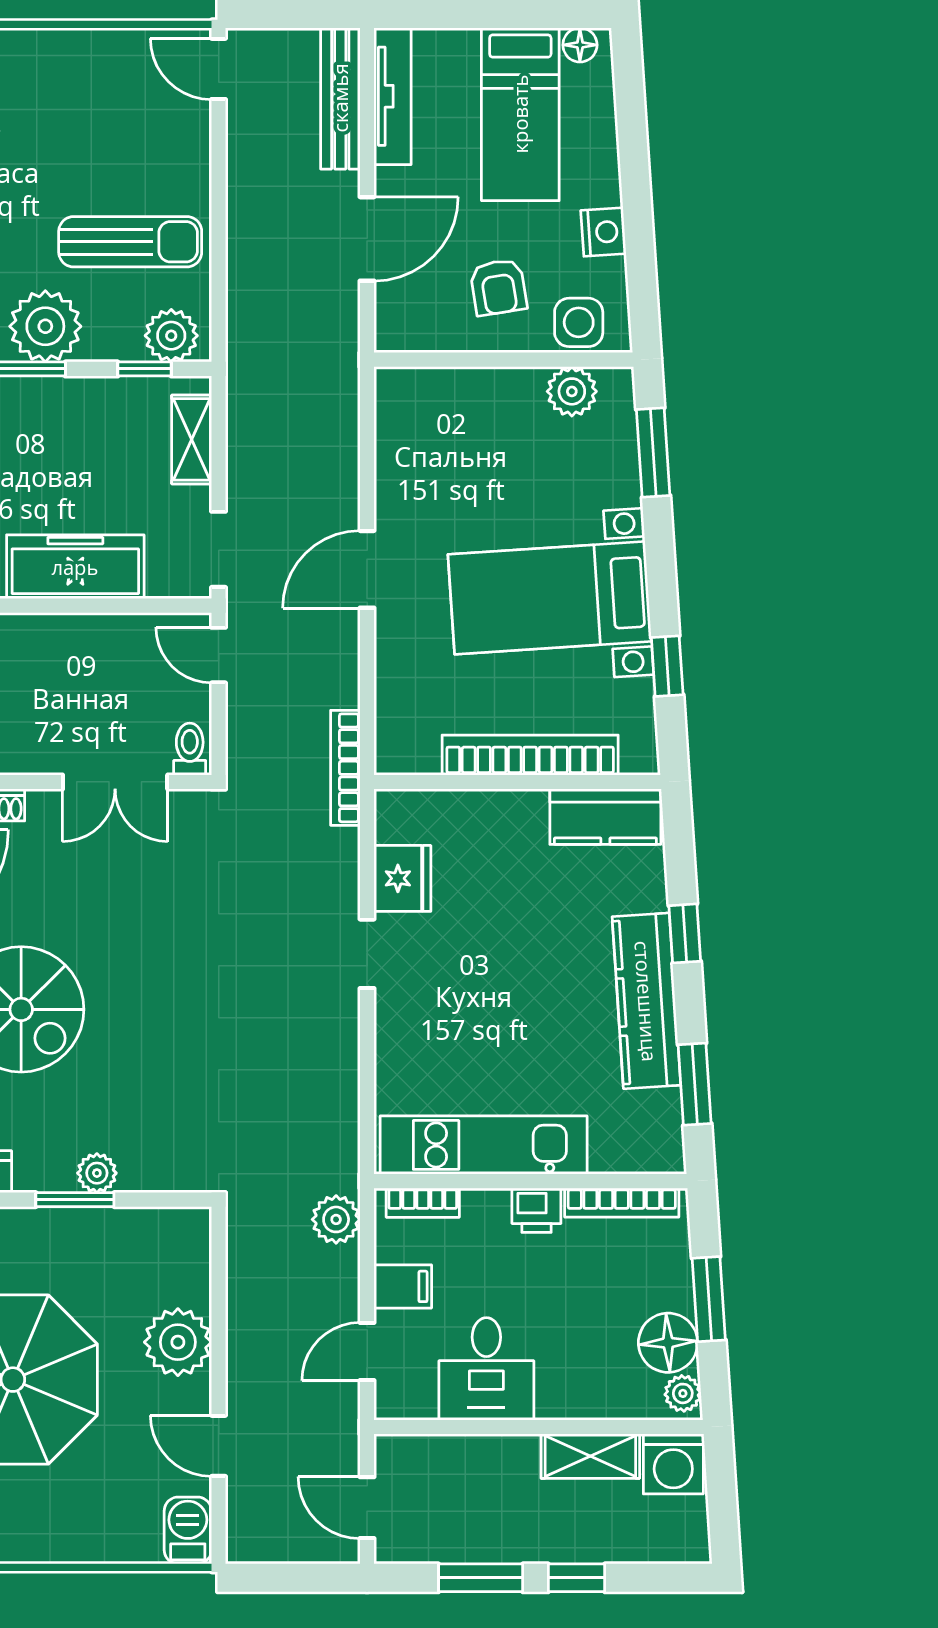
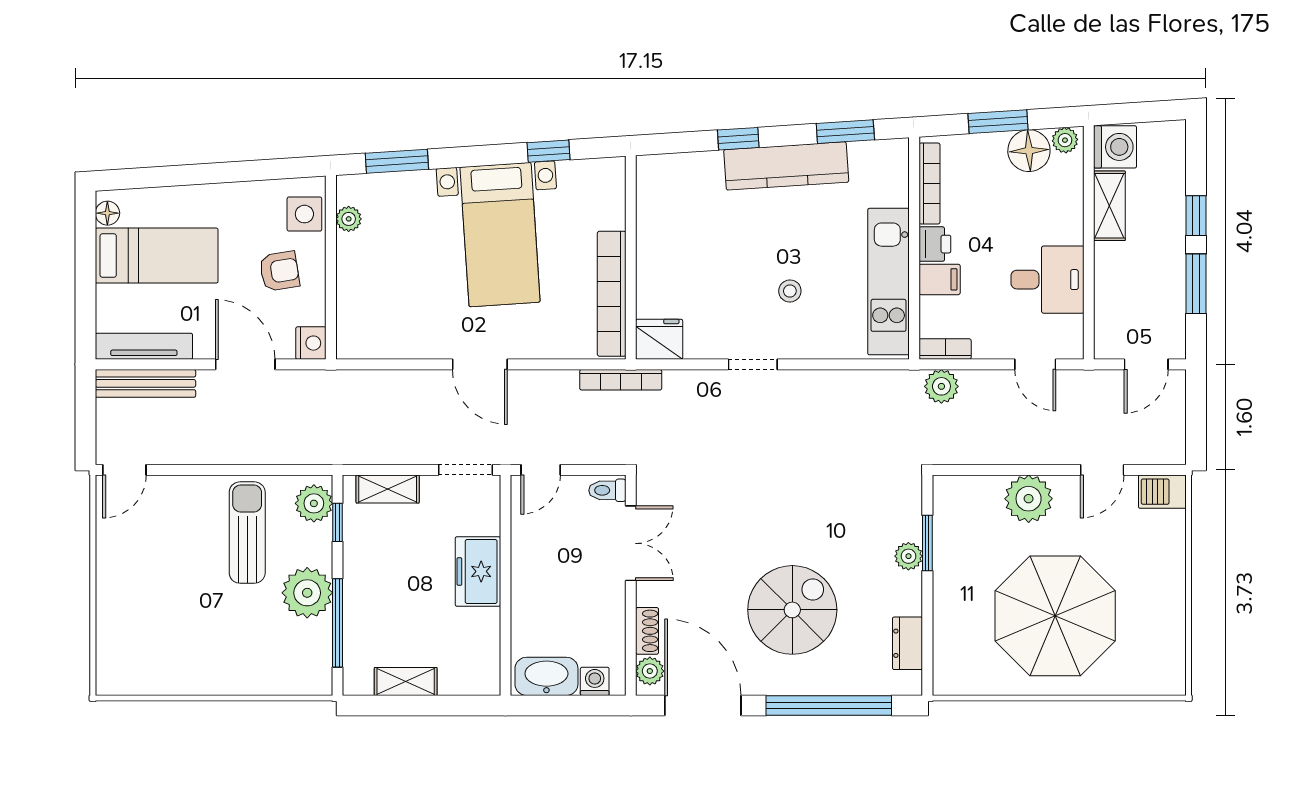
nightstand: (603, 232) -> (311, 343), moved, turned 94
plant: (572, 391) -> (349, 219), width x0.73, depth x0.73
freezer: (75, 567) -> (478, 571), width x0.71
bookcase: (530, 755) -> (612, 294), moved
kitchen counter: (605, 817) -> (655, 195), removed
fridge: (402, 878) -> (659, 339), moved
stool: (470, 1006) -> (790, 291), added
window: (75, 1200) -> (927, 543), moved
bookcase: (423, 1203) -> (945, 349), moved, turned -90
filing cabinet: (403, 1286) -> (940, 279), moved, turned 90

